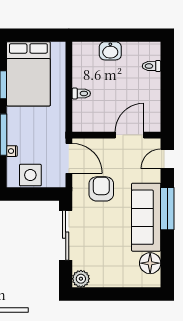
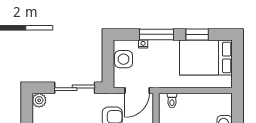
toilet: (81, 93) -> (172, 101), moved

